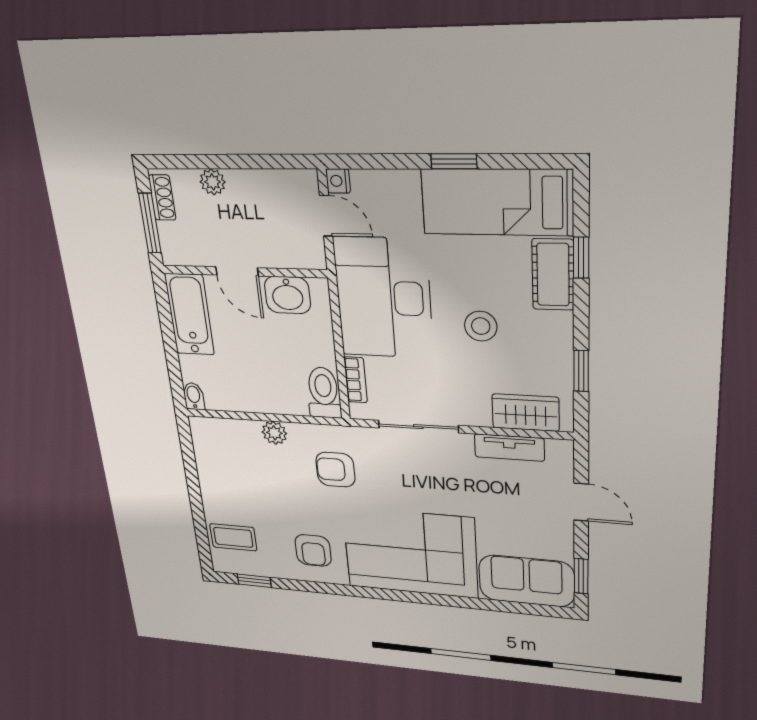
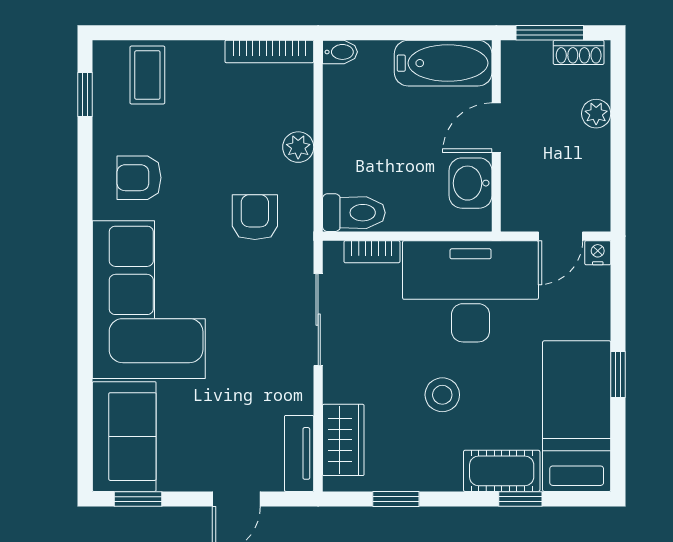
tv unit: (509, 448) -> (299, 453), moved
bookcase: (202, 449) -> (269, 51), added

